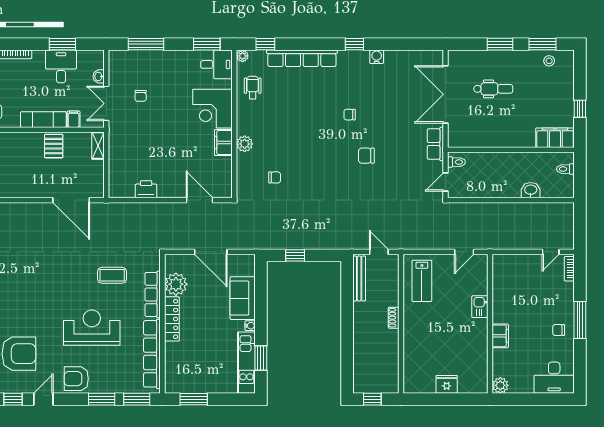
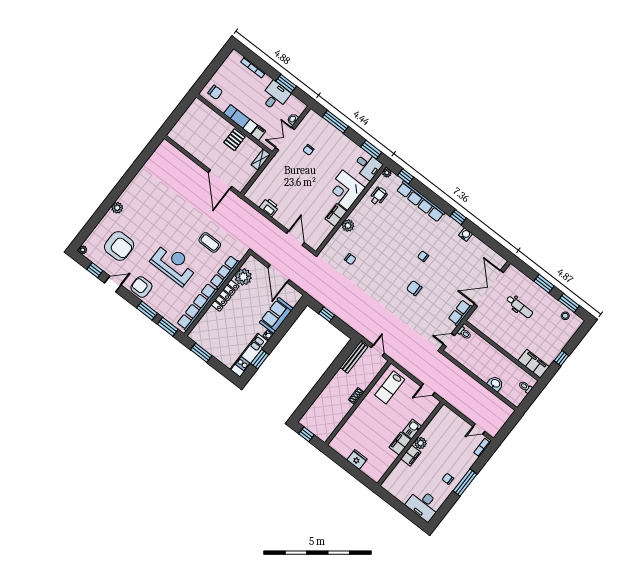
filing cabinet: (479, 332) -> (400, 444), added
plant: (500, 385) -> (421, 443), moved

